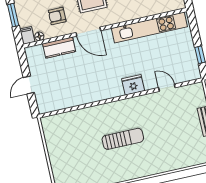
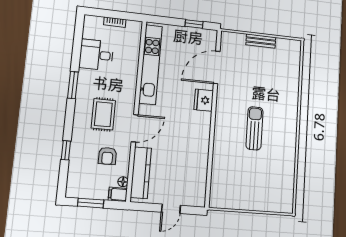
kitchen counter: (59, 48) -> (141, 173), width x1.50
door: (29, 85) -> (171, 209), hinge flipped
door: (167, 88) -> (217, 67), width x1.87

